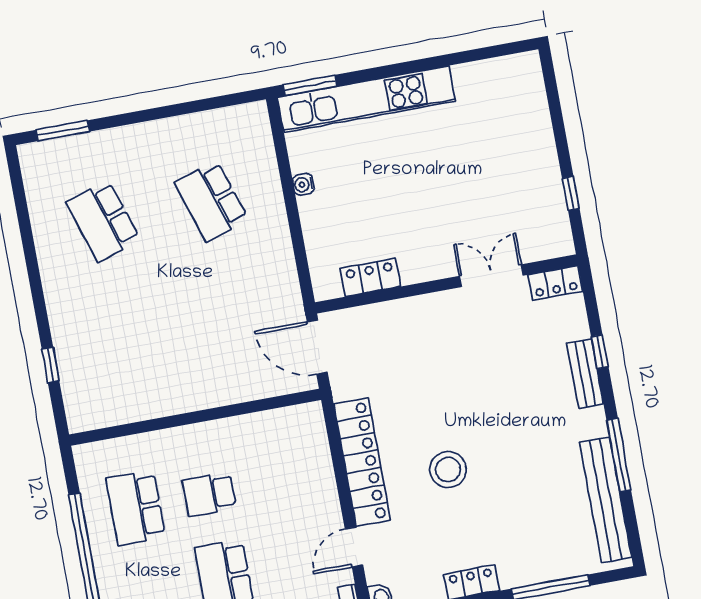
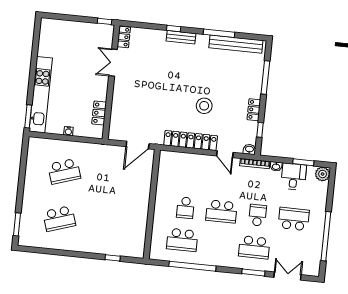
double door: (491, 276) -> (113, 63), moved
locker: (370, 277) -> (99, 113), moved
locker: (555, 283) -> (124, 37), moved
wall: (447, 284) -> (111, 82), moved

